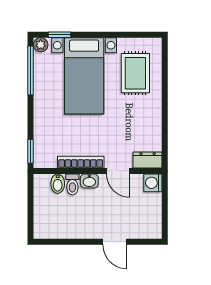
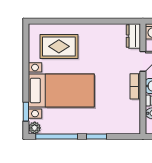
window: (31, 151) -> (96, 136), moved
bookcase: (81, 162) -> (135, 86), width x0.64

